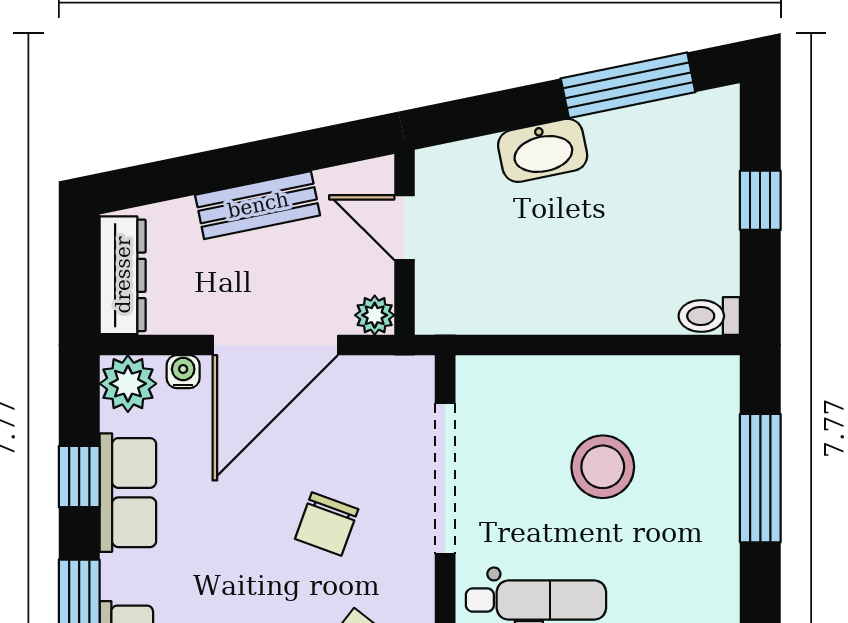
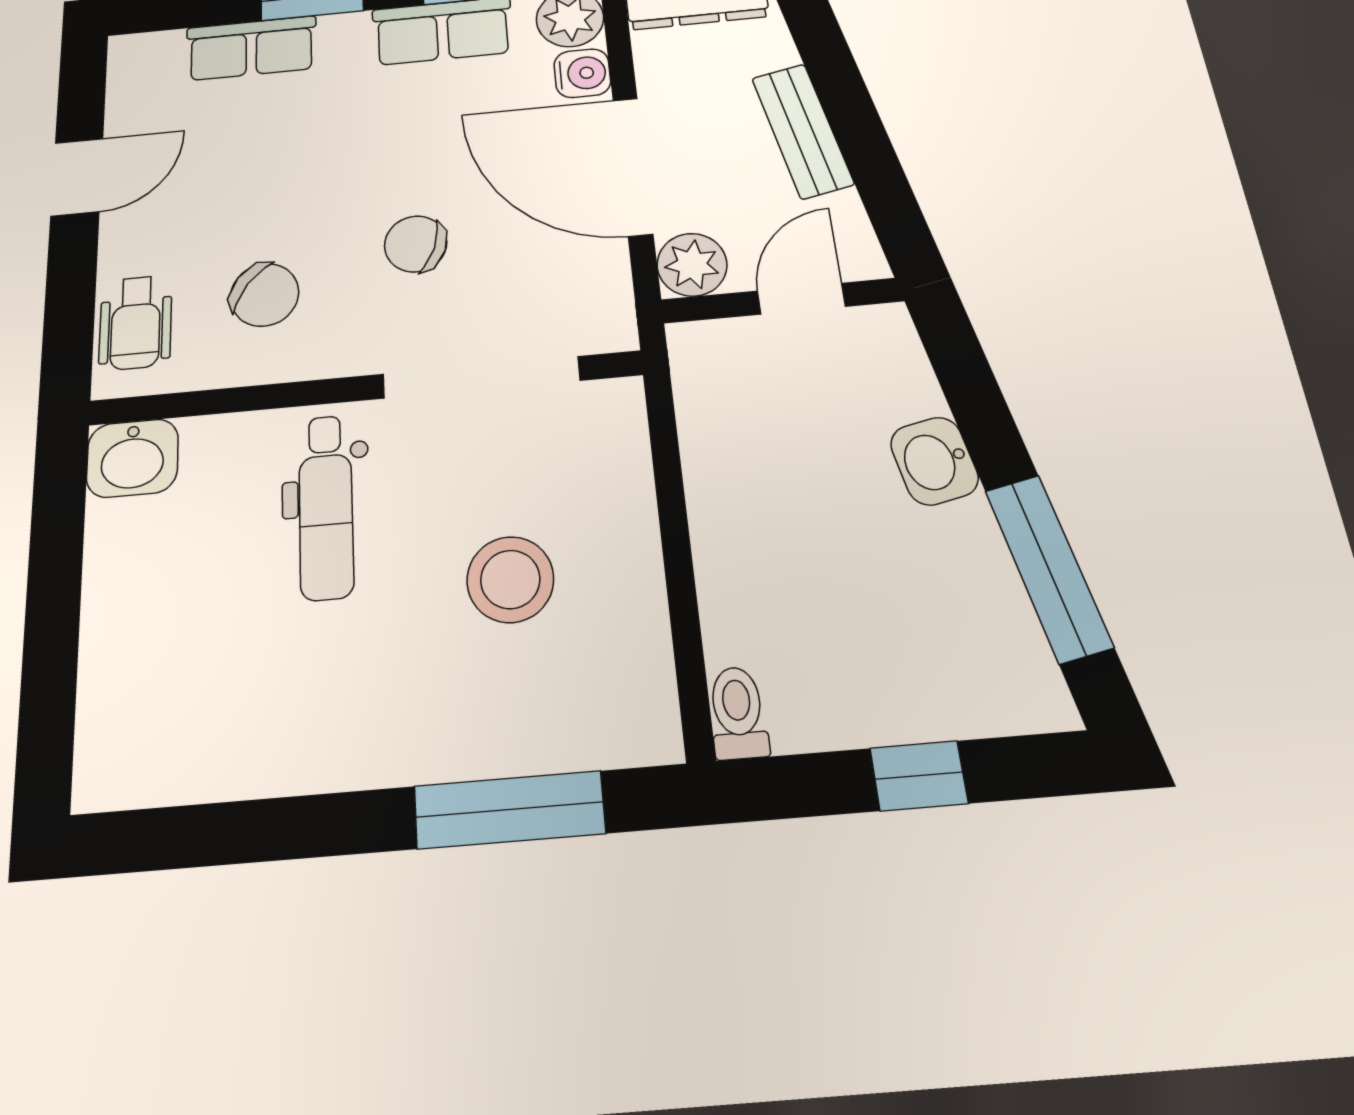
washbasin: (543, 150) -> (934, 461), width x0.72
plant: (375, 315) -> (692, 265), width x1.38, depth x1.38
water cooler: (183, 372) -> (582, 73), width x1.38, depth x1.38

